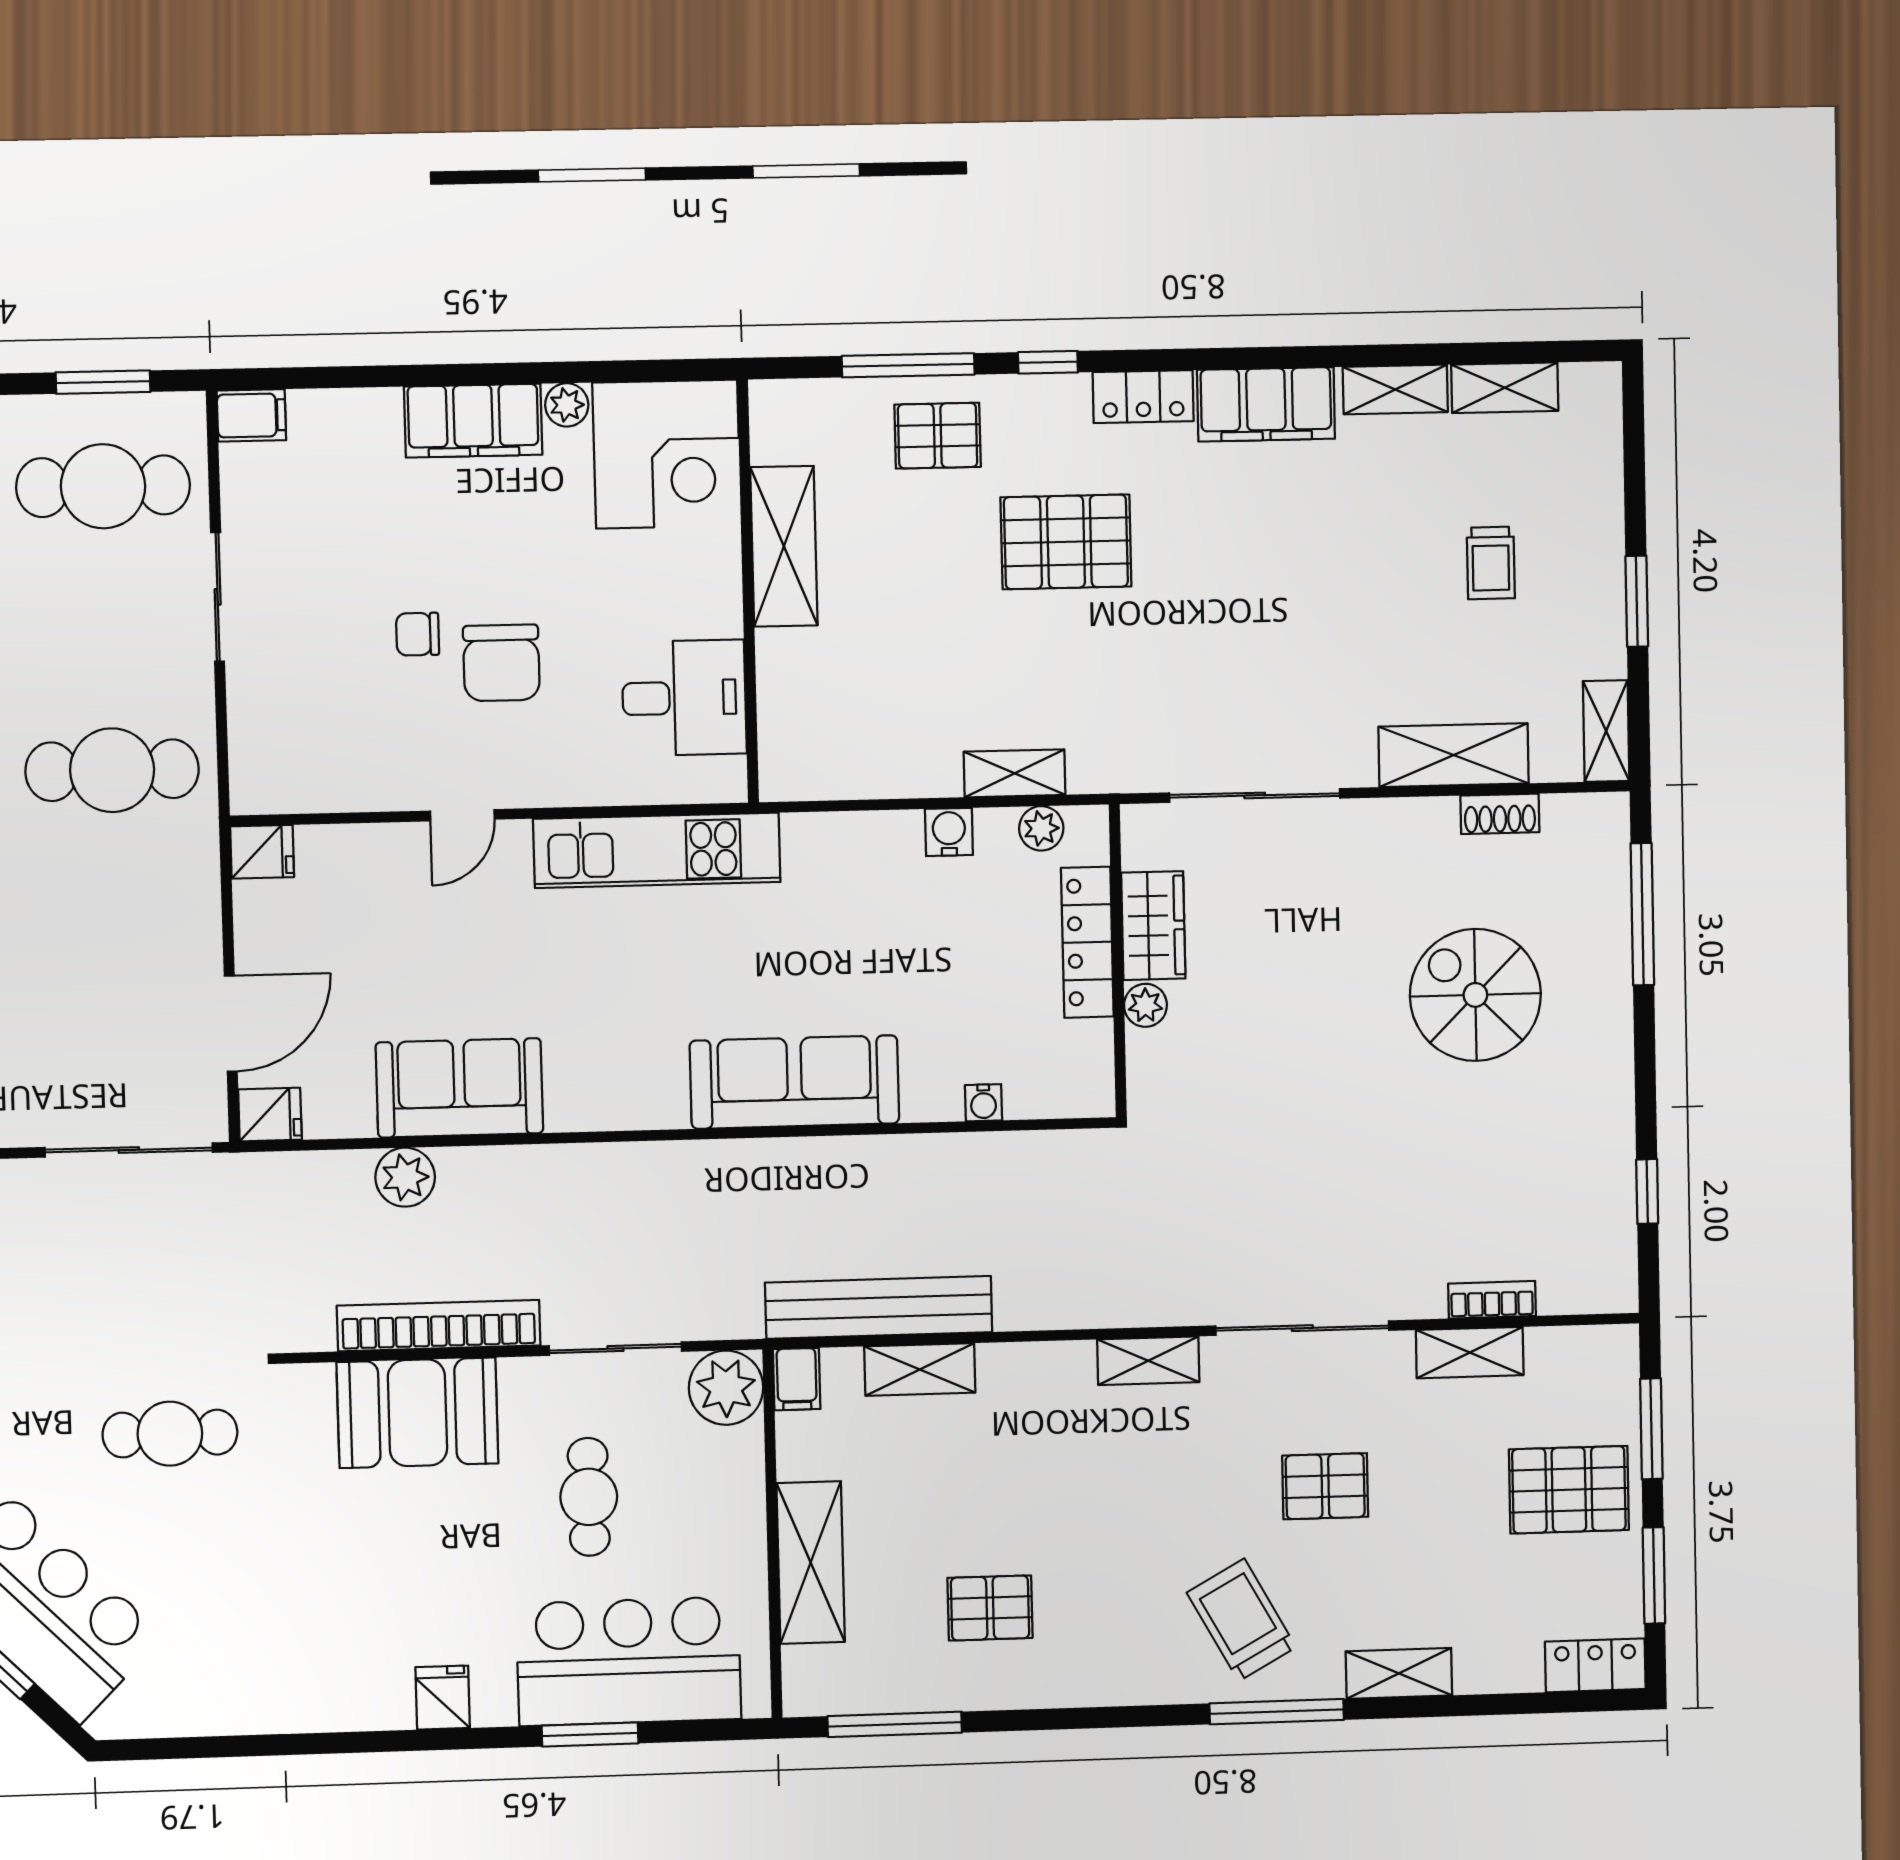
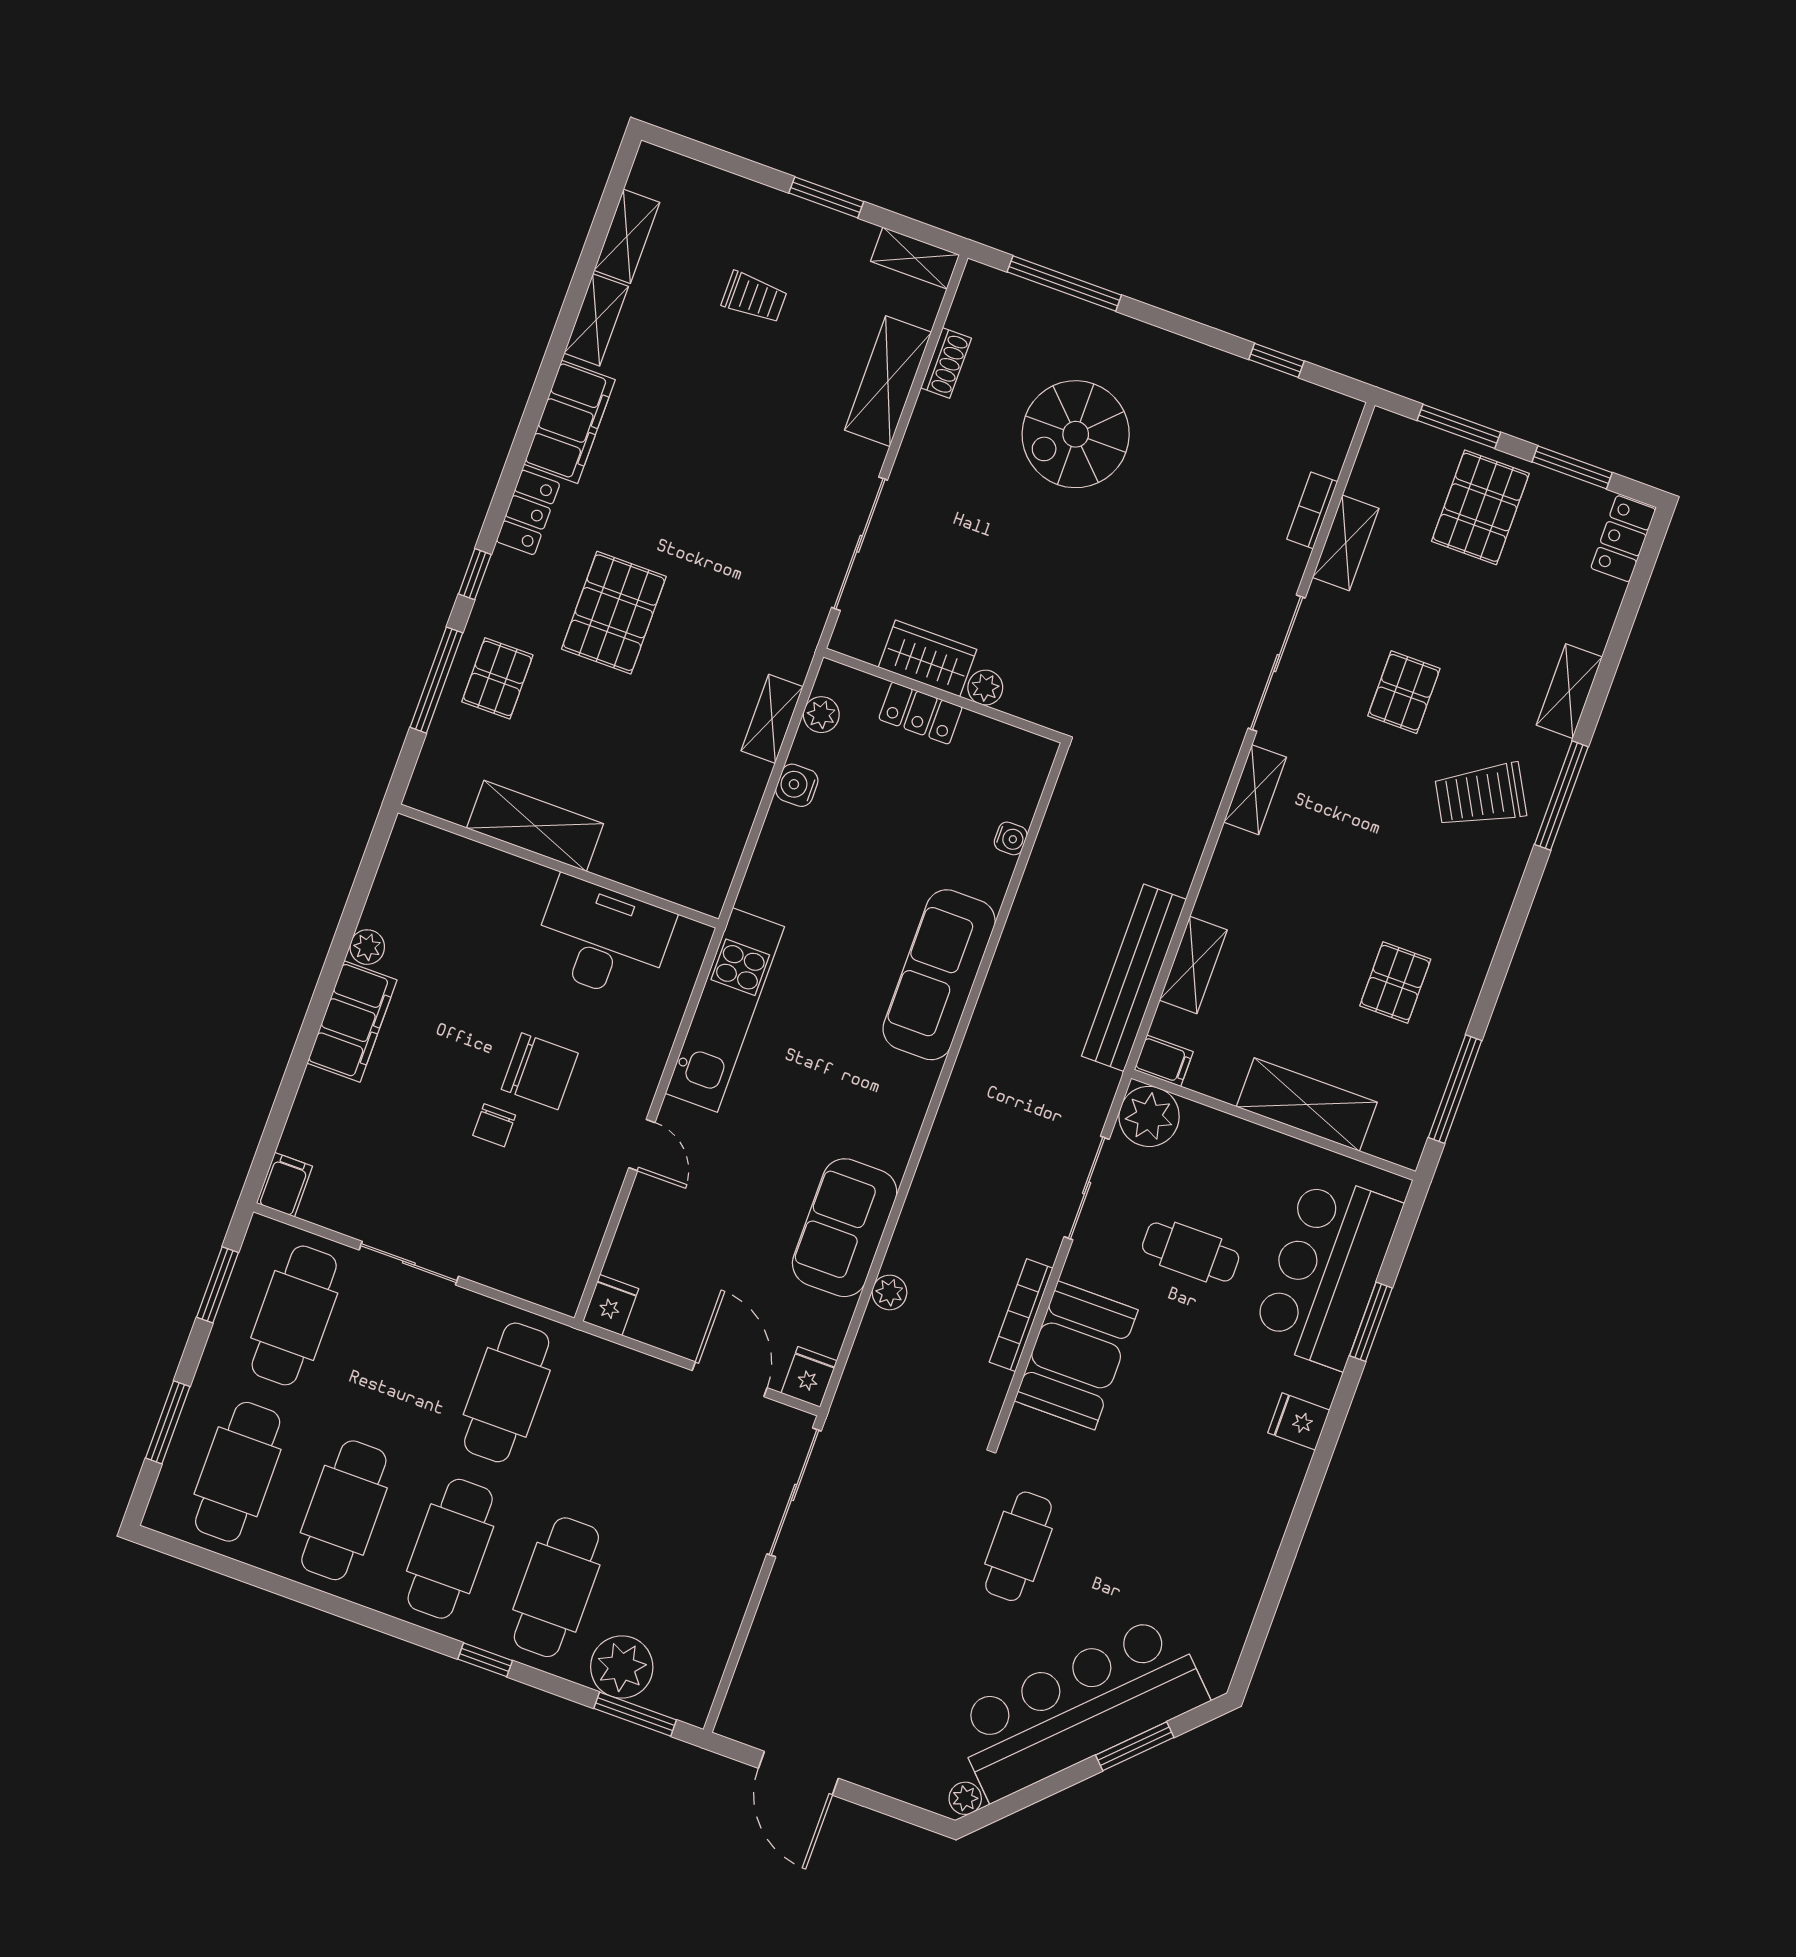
corner desk: (667, 454) -> (433, 887), removed
desk: (684, 698) -> (603, 939), width x1.37
locker: (1087, 942) -> (920, 713), width x0.66
plant: (405, 1177) -> (889, 1292), width x0.73, depth x0.73
bookcase: (439, 1326) -> (1021, 1315), width x0.68, depth x0.76

